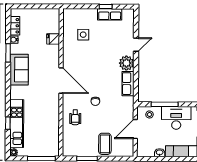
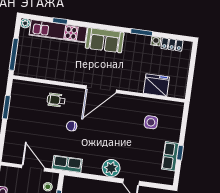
fridge: (53, 39) -> (156, 85), width x1.88, depth x1.34
sofa: (19, 70) -> (105, 40), moved
row of seats: (128, 84) -> (67, 164), moved
coffee table: (105, 144) -> (21, 130), removed

